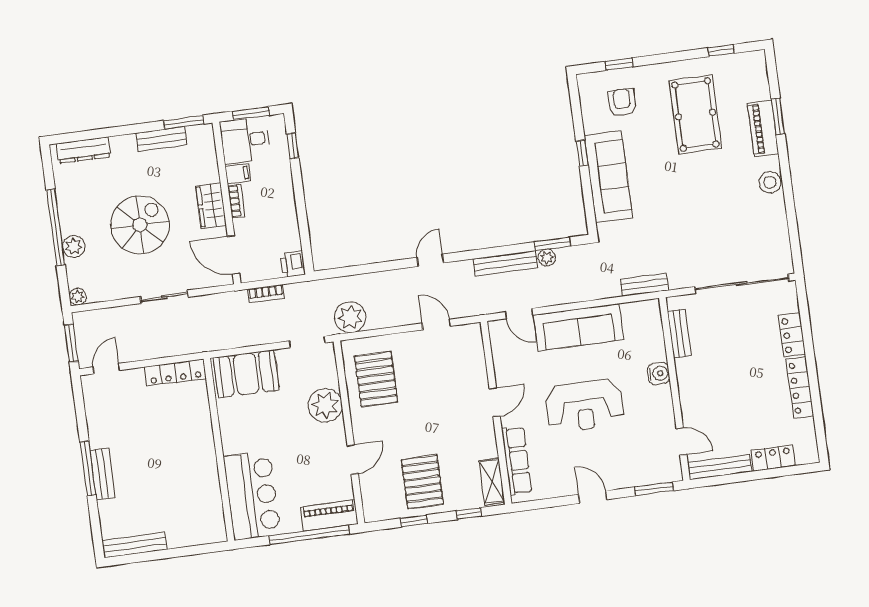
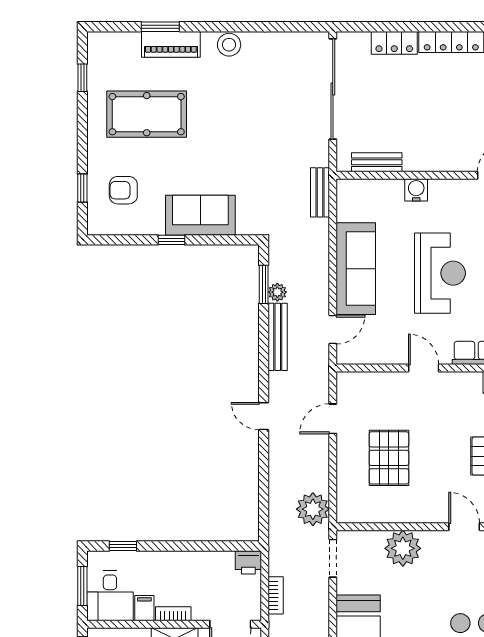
sofa: (608, 177) -> (200, 215), width x0.73
pallet: (376, 379) -> (389, 458), moved, turned 90

